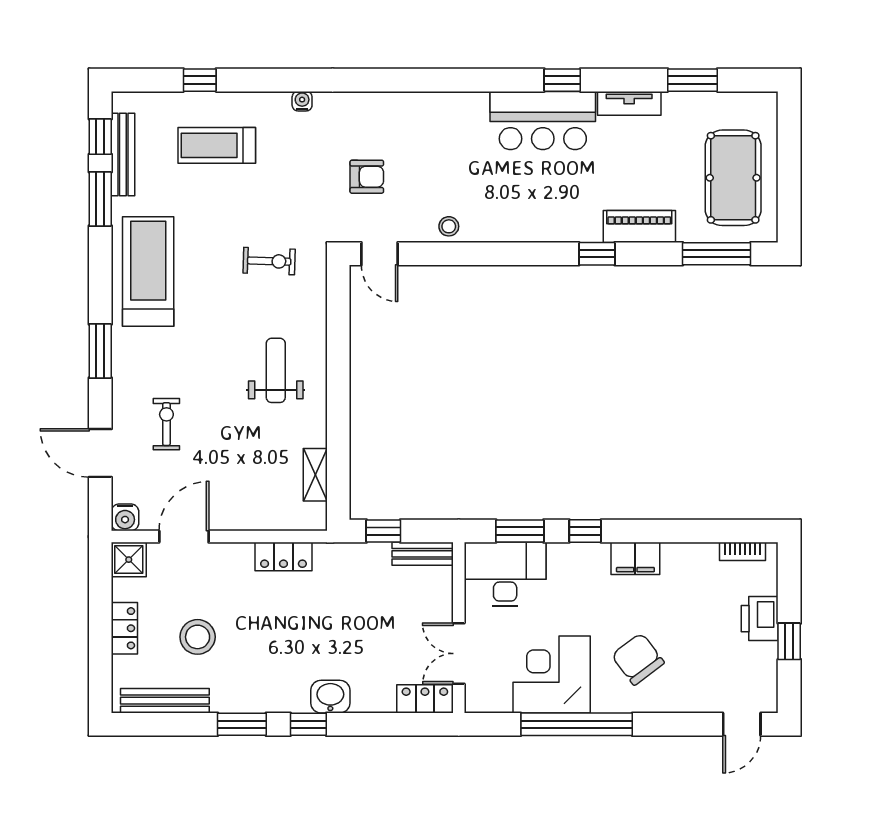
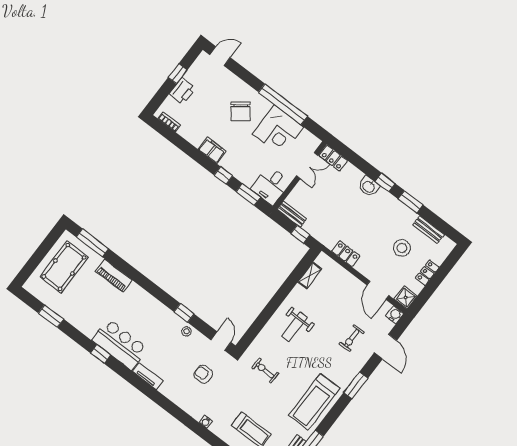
tv unit: (629, 103) -> (148, 376), moved
window: (597, 254) -> (184, 313), moved
door: (184, 537) -> (378, 290), hinge flipped
desk: (505, 574) -> (271, 185), width x0.73
bench: (165, 701) -> (428, 230), width x0.73

